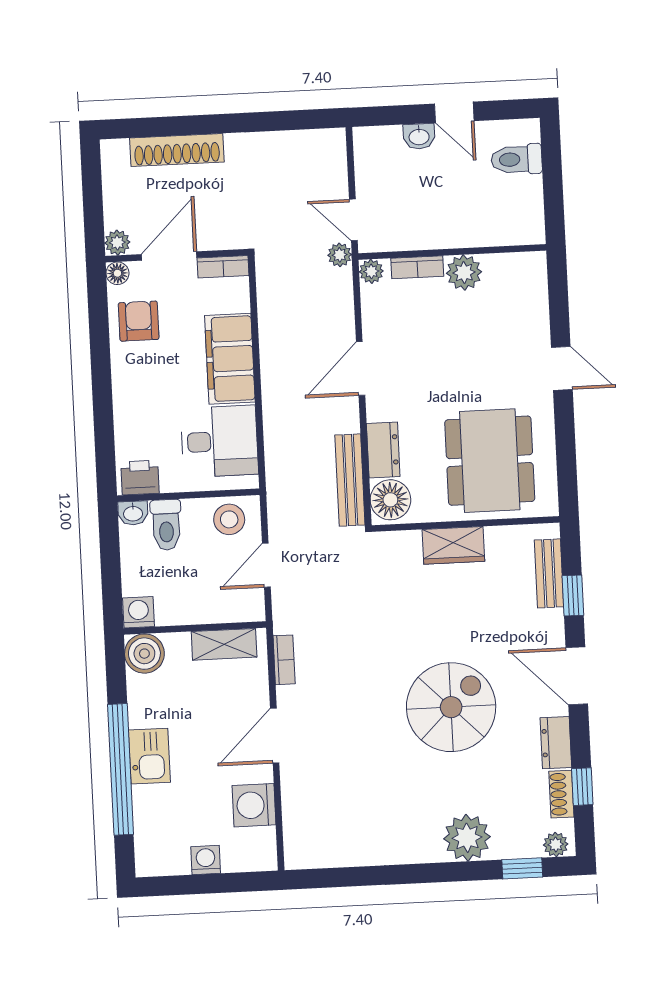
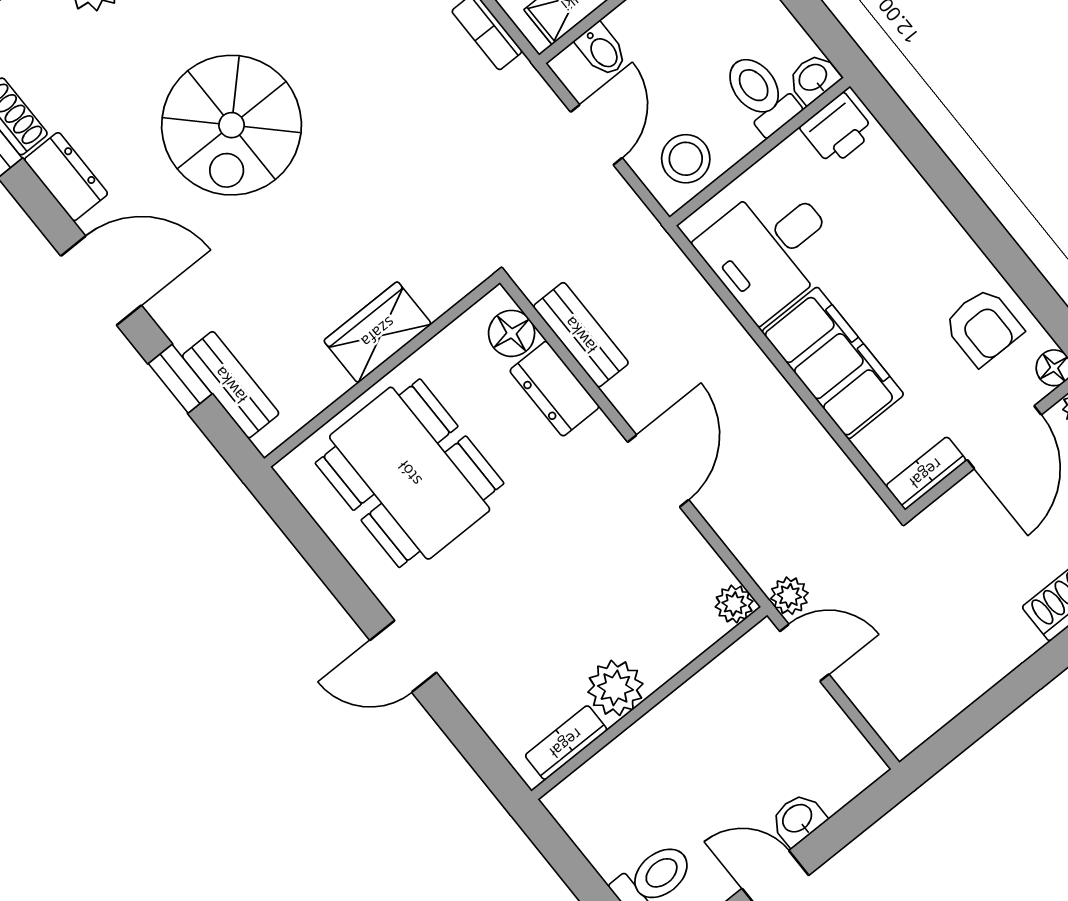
bookcase: (417, 267) -> (566, 743), moved
bench: (350, 480) -> (581, 335), width x0.73
floor lamp: (390, 500) -> (512, 333), width x0.73, depth x0.73
bidet: (232, 607) -> (602, 50), added

